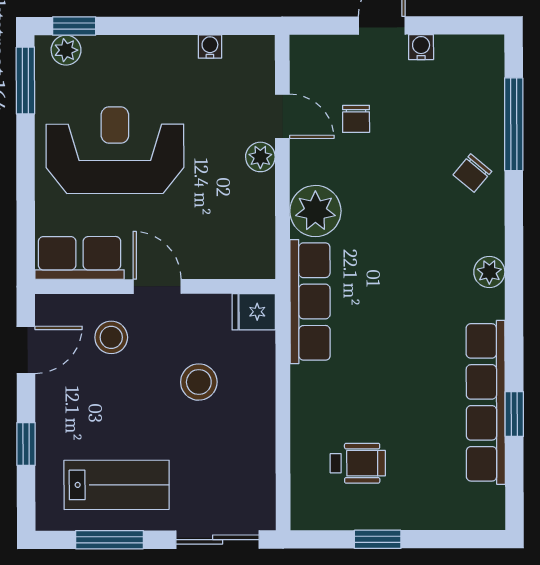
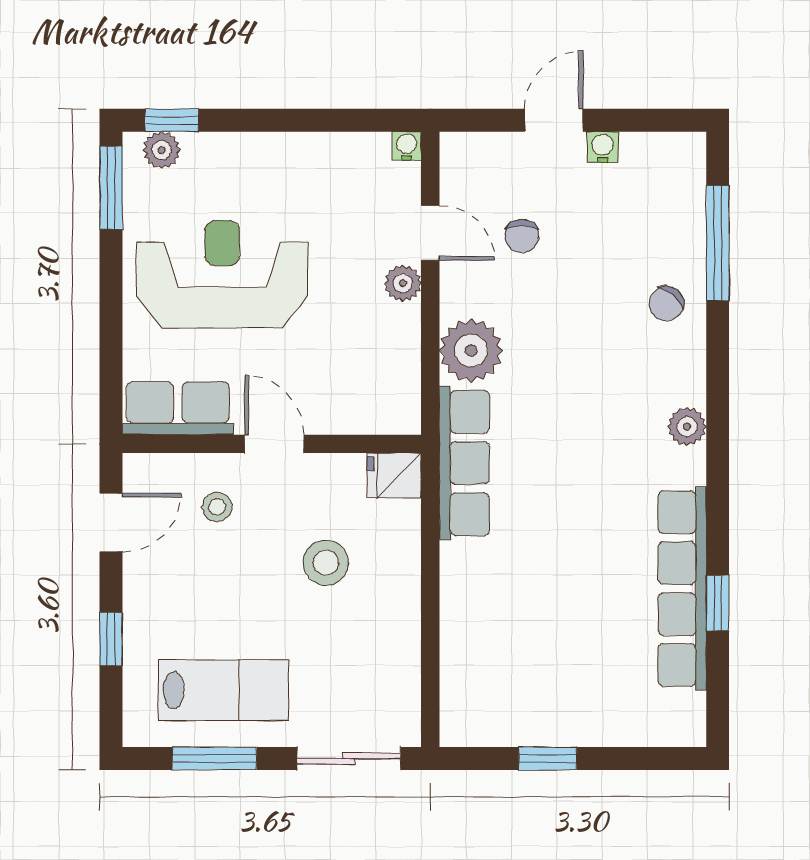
water cooler: (210, 47) -> (407, 146), moved
stool: (111, 337) -> (217, 507), width x0.73, depth x0.73
wheelchair: (358, 463) -> (523, 664), removed

